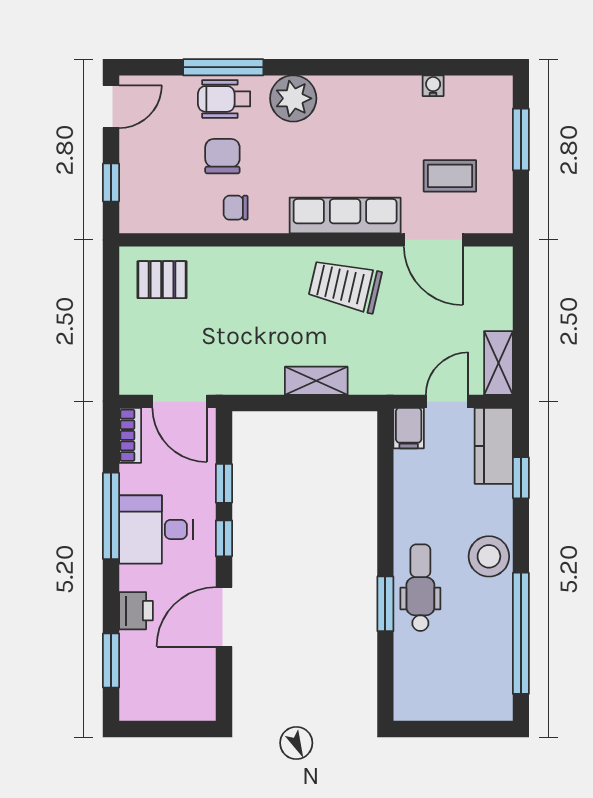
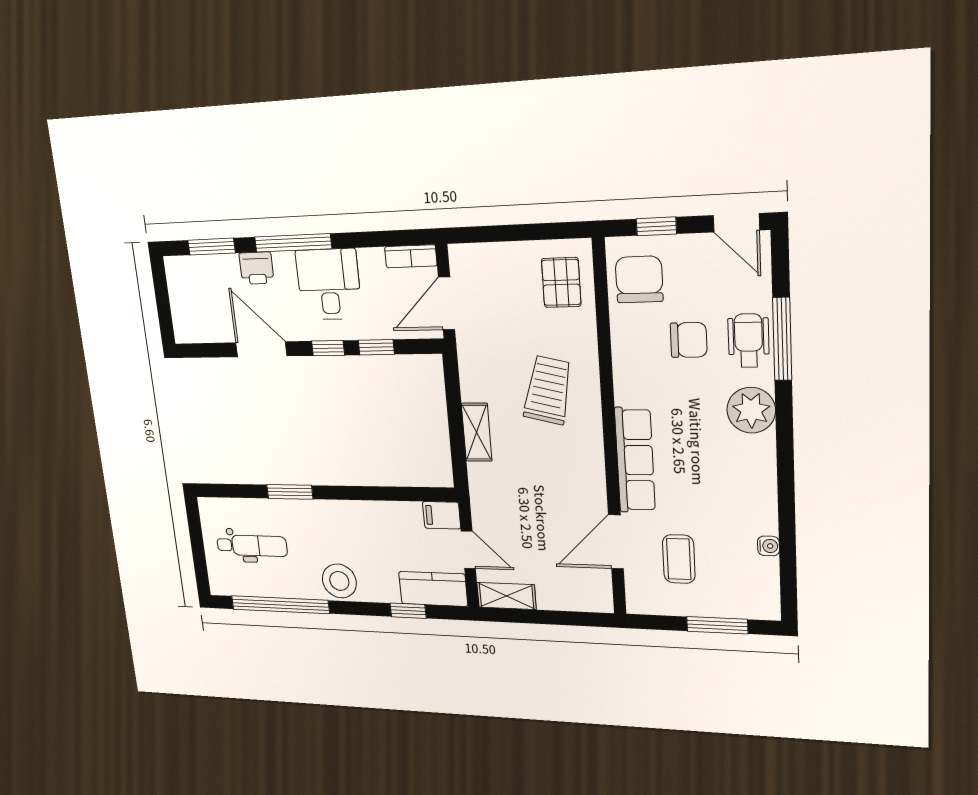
chair: (236, 208) -> (639, 279), moved, width x1.87, depth x1.87
trolley: (345, 286) -> (548, 390), moved
window: (111, 516) -> (293, 243), moved
dental chair: (420, 588) -> (252, 546), moved

